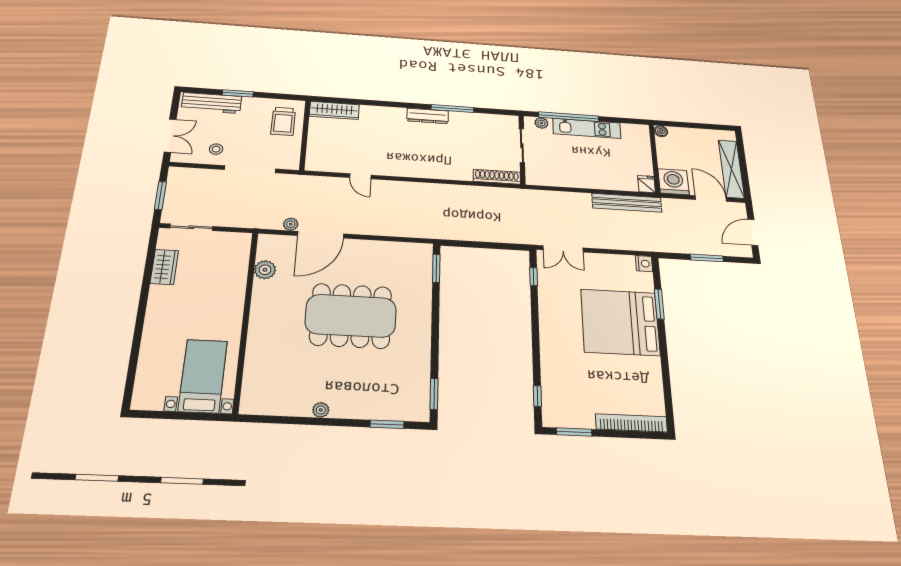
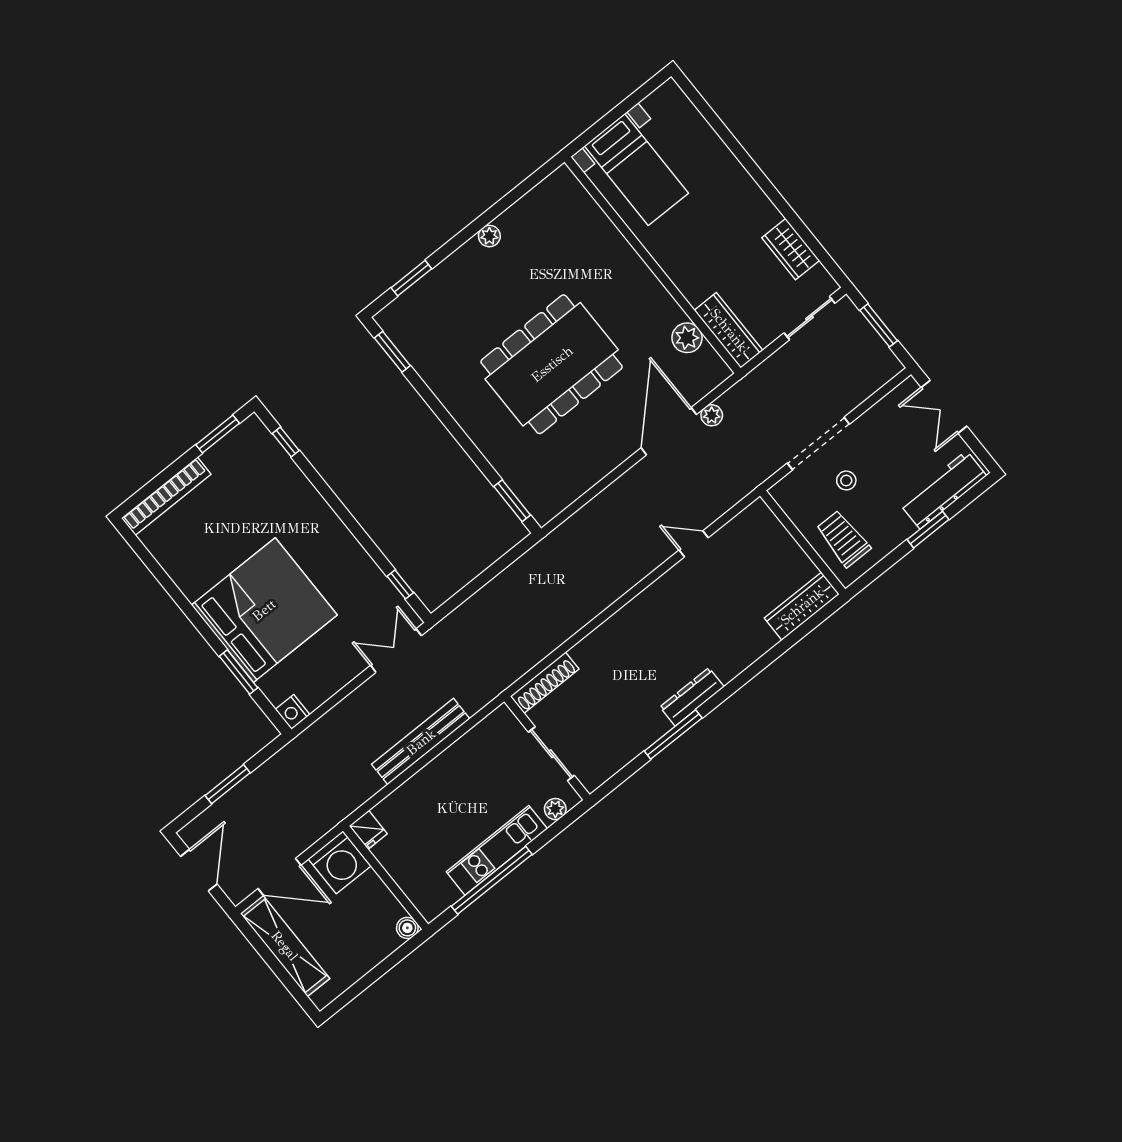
window: (569, 117) -> (492, 880), moved
stool: (216, 149) -> (846, 480), moved
bench: (627, 203) -> (421, 742), moved
wardrobe: (239, 256) -> (729, 330), added

